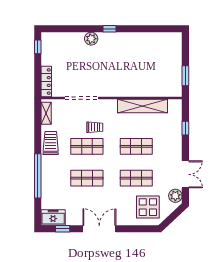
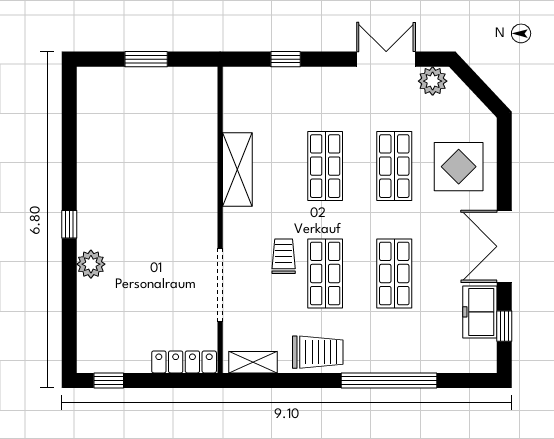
window: (185, 76) -> (146, 59), moved
shelving: (143, 106) -> (237, 170), width x0.68
trolley: (51, 143) -> (318, 352), turned 180
display table: (148, 207) -> (459, 167), moved
freezer: (53, 218) -> (480, 312), moved

